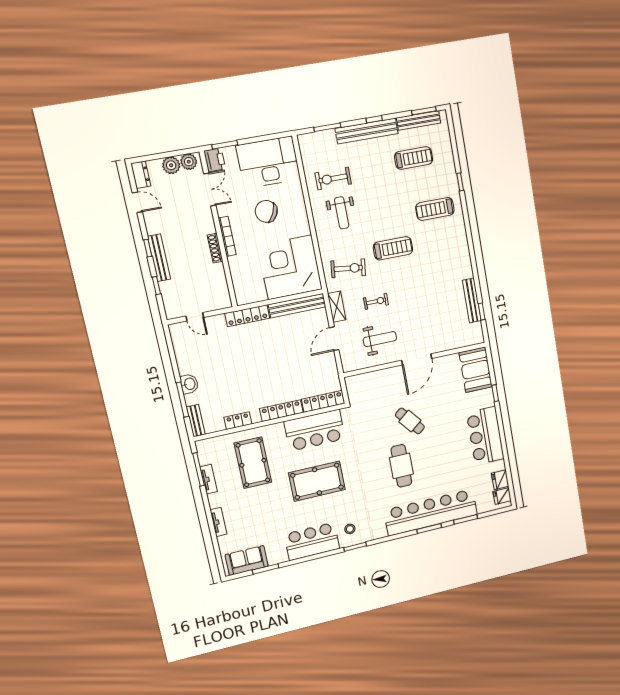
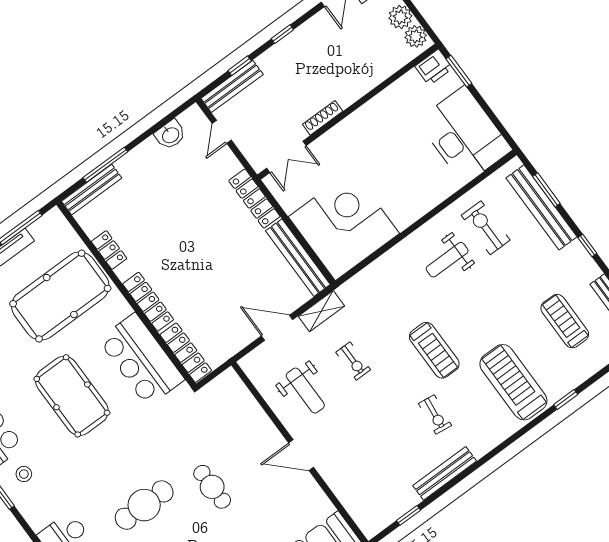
bench: (367, 131) -> (542, 207), moved
treadmill: (414, 158) -> (565, 321), turned 180
double door: (210, 189) -> (286, 157), moved
treadmill: (435, 209) -> (513, 382), width x1.37, depth x1.38
chair: (266, 211) -> (401, 161), removed
bookcase: (227, 236) -> (345, 126), removed
bench: (159, 258) -> (232, 86), moved
exercise bike: (348, 268) -> (435, 415), moved, width x0.73, depth x0.72
bench: (472, 300) -> (445, 473), moved
door: (417, 359) -> (301, 455), width x0.73
washbasin: (189, 384) -> (170, 135), moved
bench: (196, 421) -> (92, 190), width x1.36
cafe table: (410, 421) -> (212, 487), turned -51
pool table: (253, 463) -> (60, 296), width x1.36, depth x1.32

